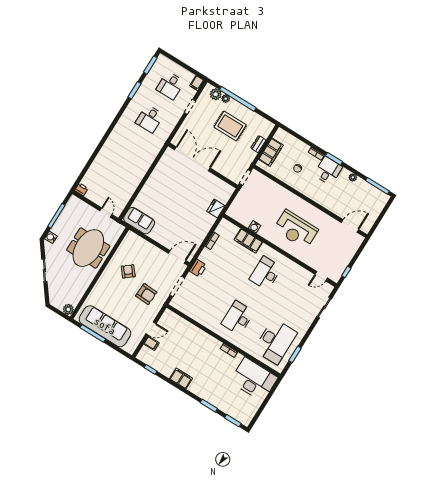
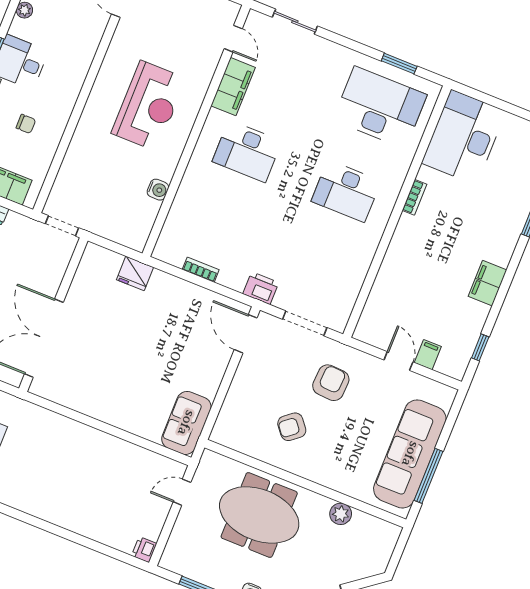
filing cabinet: (248, 241) -> (233, 87), moved
plant: (68, 309) -> (341, 514), moved

